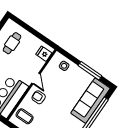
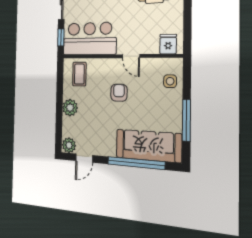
door: (36, 78) -> (131, 56), hinge flipped
armchair: (39, 97) -> (119, 93), moved

